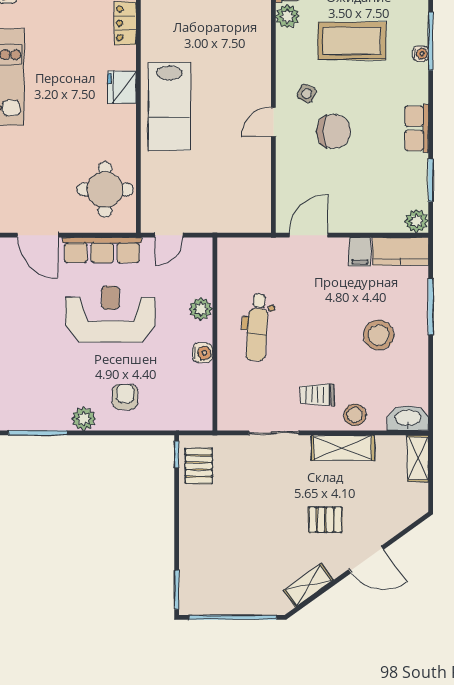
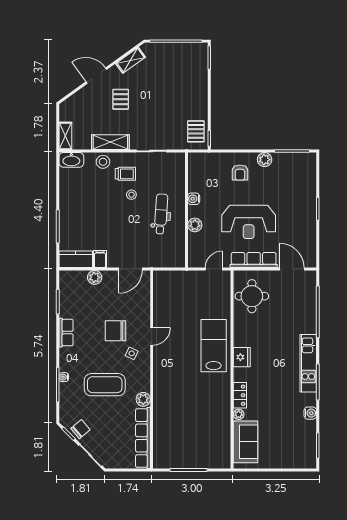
plant: (417, 221) -> (95, 277), moved
stool: (379, 335) -> (131, 195), moved, width x0.53, depth x0.53
pallet: (325, 520) -> (121, 99), turned 90

